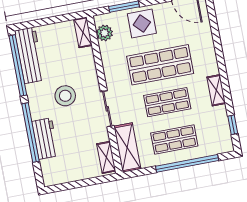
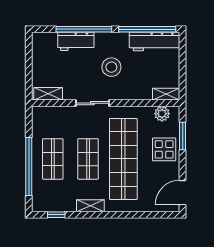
shop shelf: (160, 65) -> (123, 159), width x1.40
shelving: (127, 148) -> (54, 115), removed

